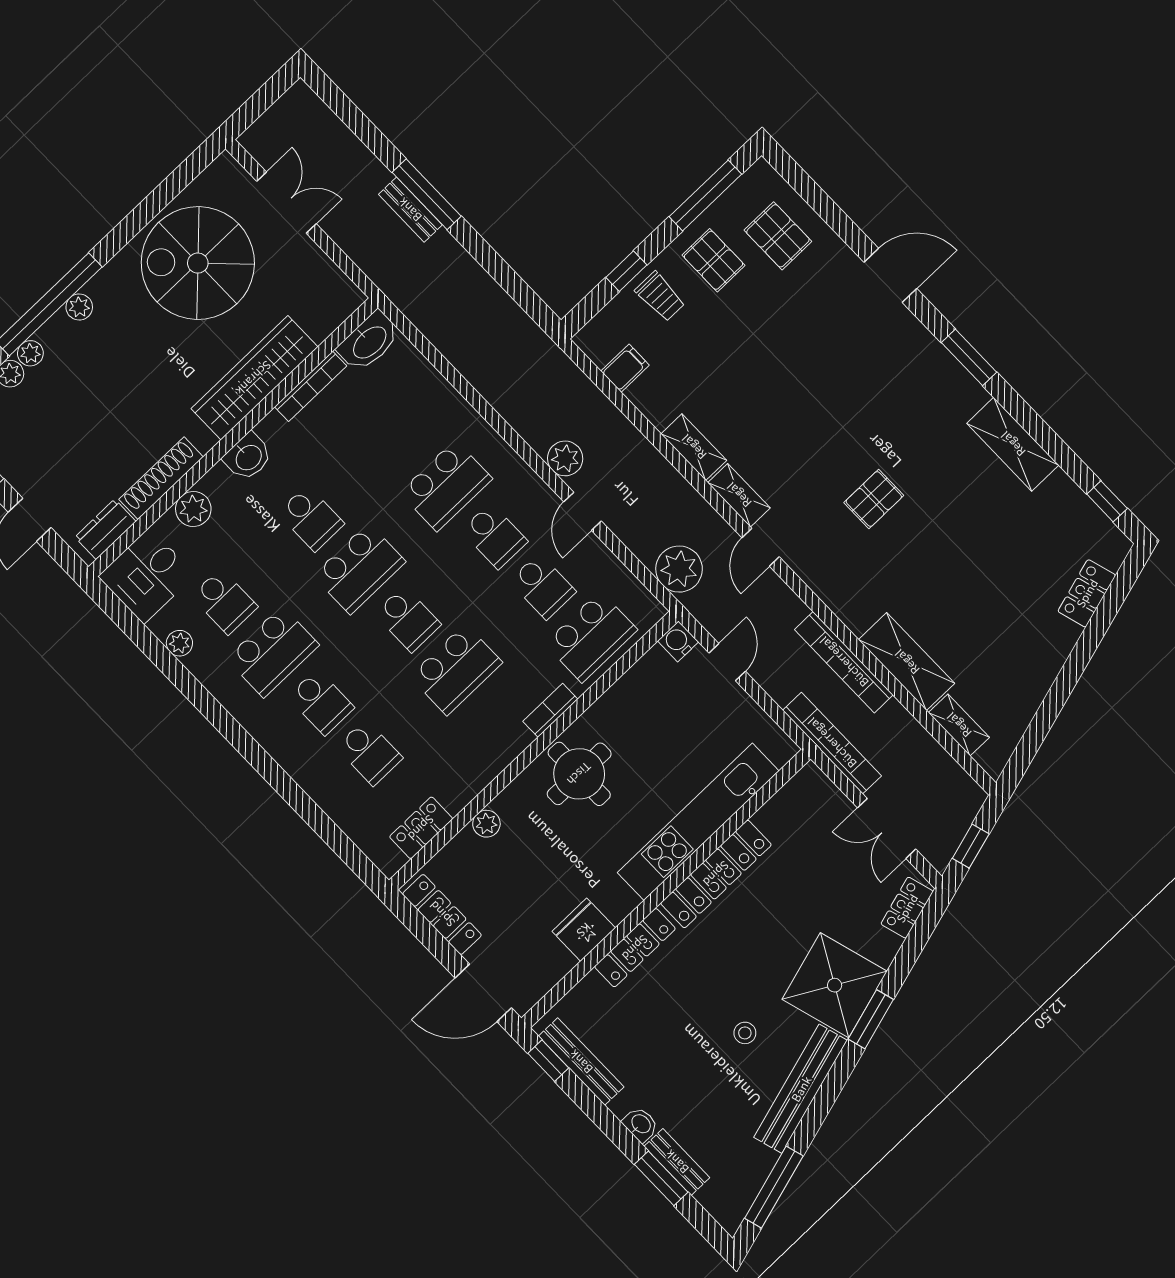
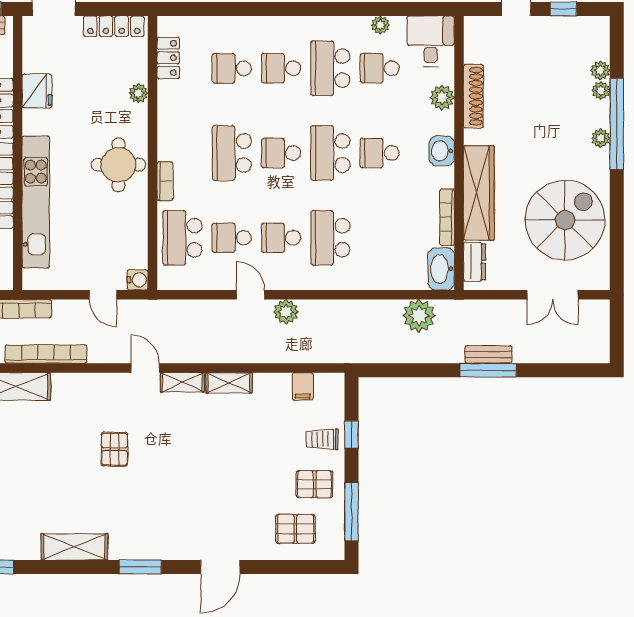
dresser: (105, 529) -> (475, 262), moved
plant: (679, 569) -> (419, 316), moved

